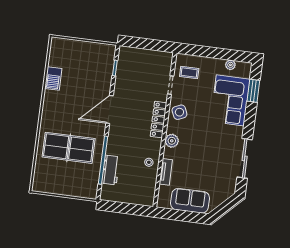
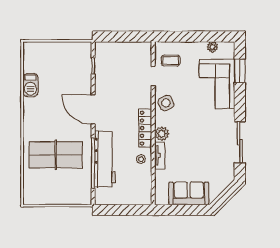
door: (110, 109) -> (93, 109), hinge flipped
locker: (159, 120) -> (145, 128), moved
workbench: (111, 170) -> (105, 159), width x1.88, depth x1.32
tv unit: (166, 172) -> (160, 155), moved

